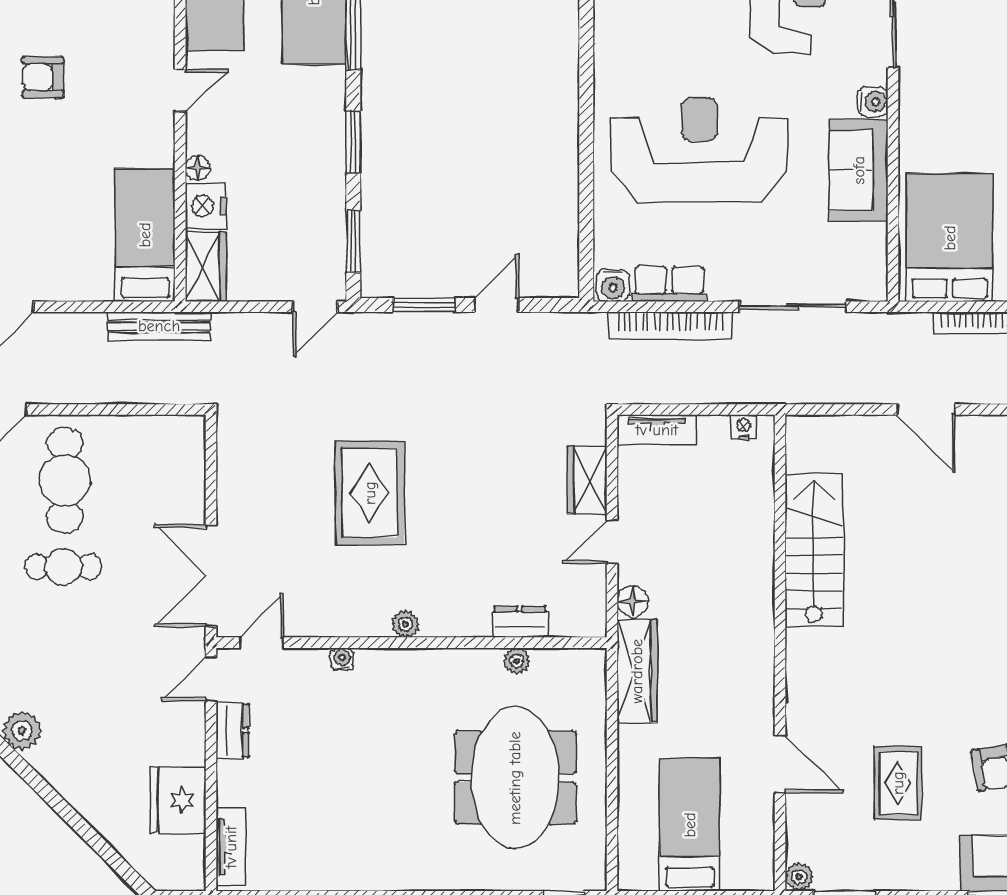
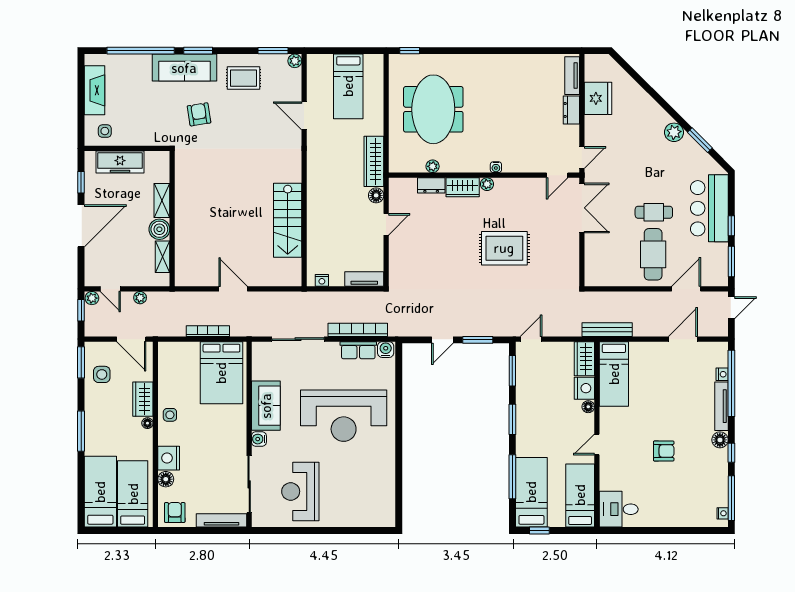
wardrobe: (587, 480) -> (463, 187), moved, turned 90
rug: (370, 493) -> (504, 248), turned 90
water cooler: (342, 659) -> (496, 167), moved
dresser: (232, 730) -> (571, 110), moved
rug: (898, 783) -> (243, 78), moved, turned 90

